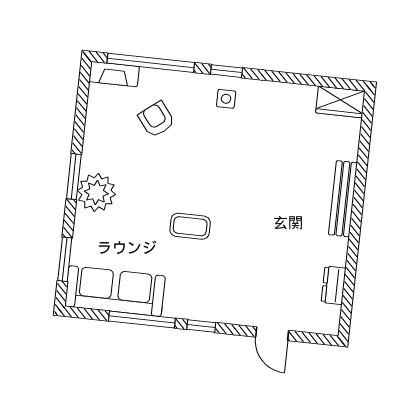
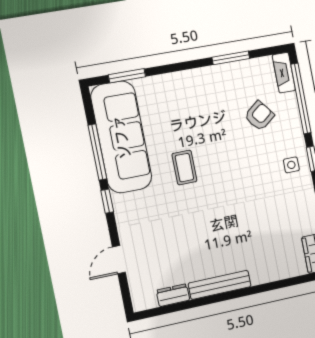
window: (74, 177) -> (231, 58), moved
plant: (96, 192) -> (188, 85), removed
bench: (343, 199) -> (220, 285), moved
sofa: (115, 291) -> (121, 137), width x1.36, depth x1.27

